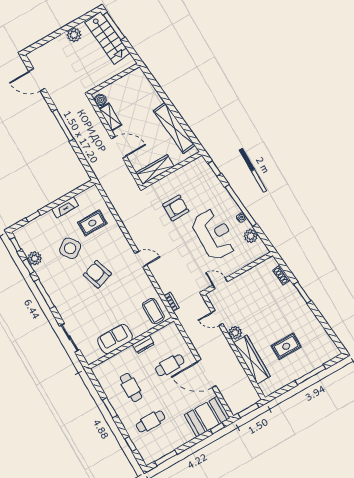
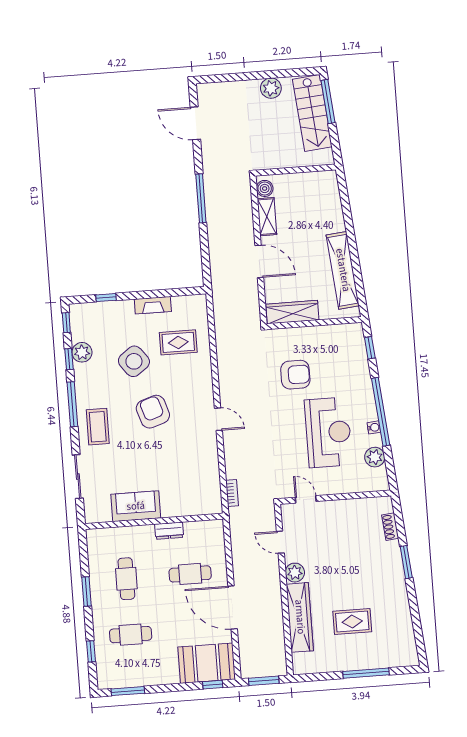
coffee table: (153, 311) -> (98, 427), moved

